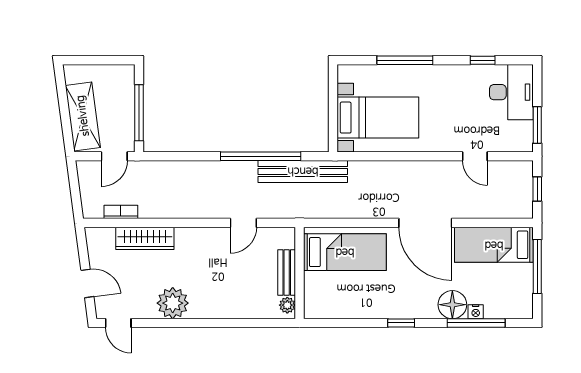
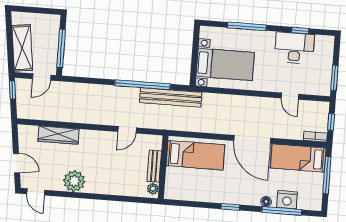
desk: (511, 92) -> (294, 48), moved, turned -90
window: (73, 178) -> (12, 90), added
bookcase: (121, 212) -> (315, 137), moved
floor lamp: (452, 305) -> (266, 202), width x0.53, depth x0.53
nightstand: (476, 312) -> (287, 200), width x1.89, depth x1.79

